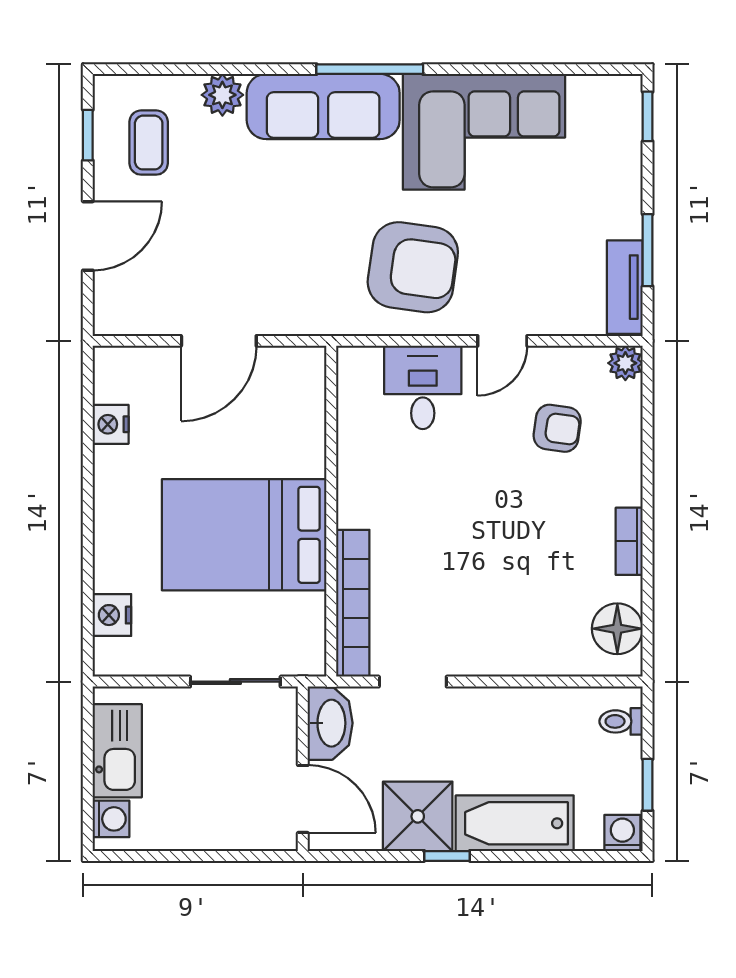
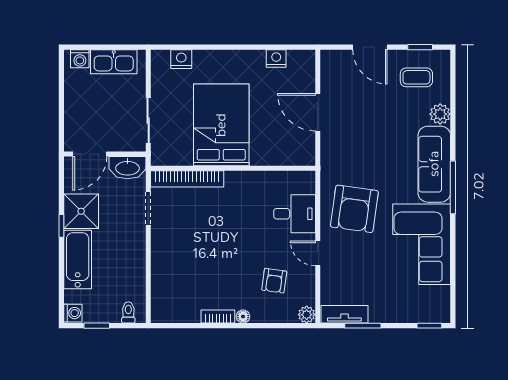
floor lamp: (617, 629) -> (243, 316), moved, width x0.53, depth x0.53

